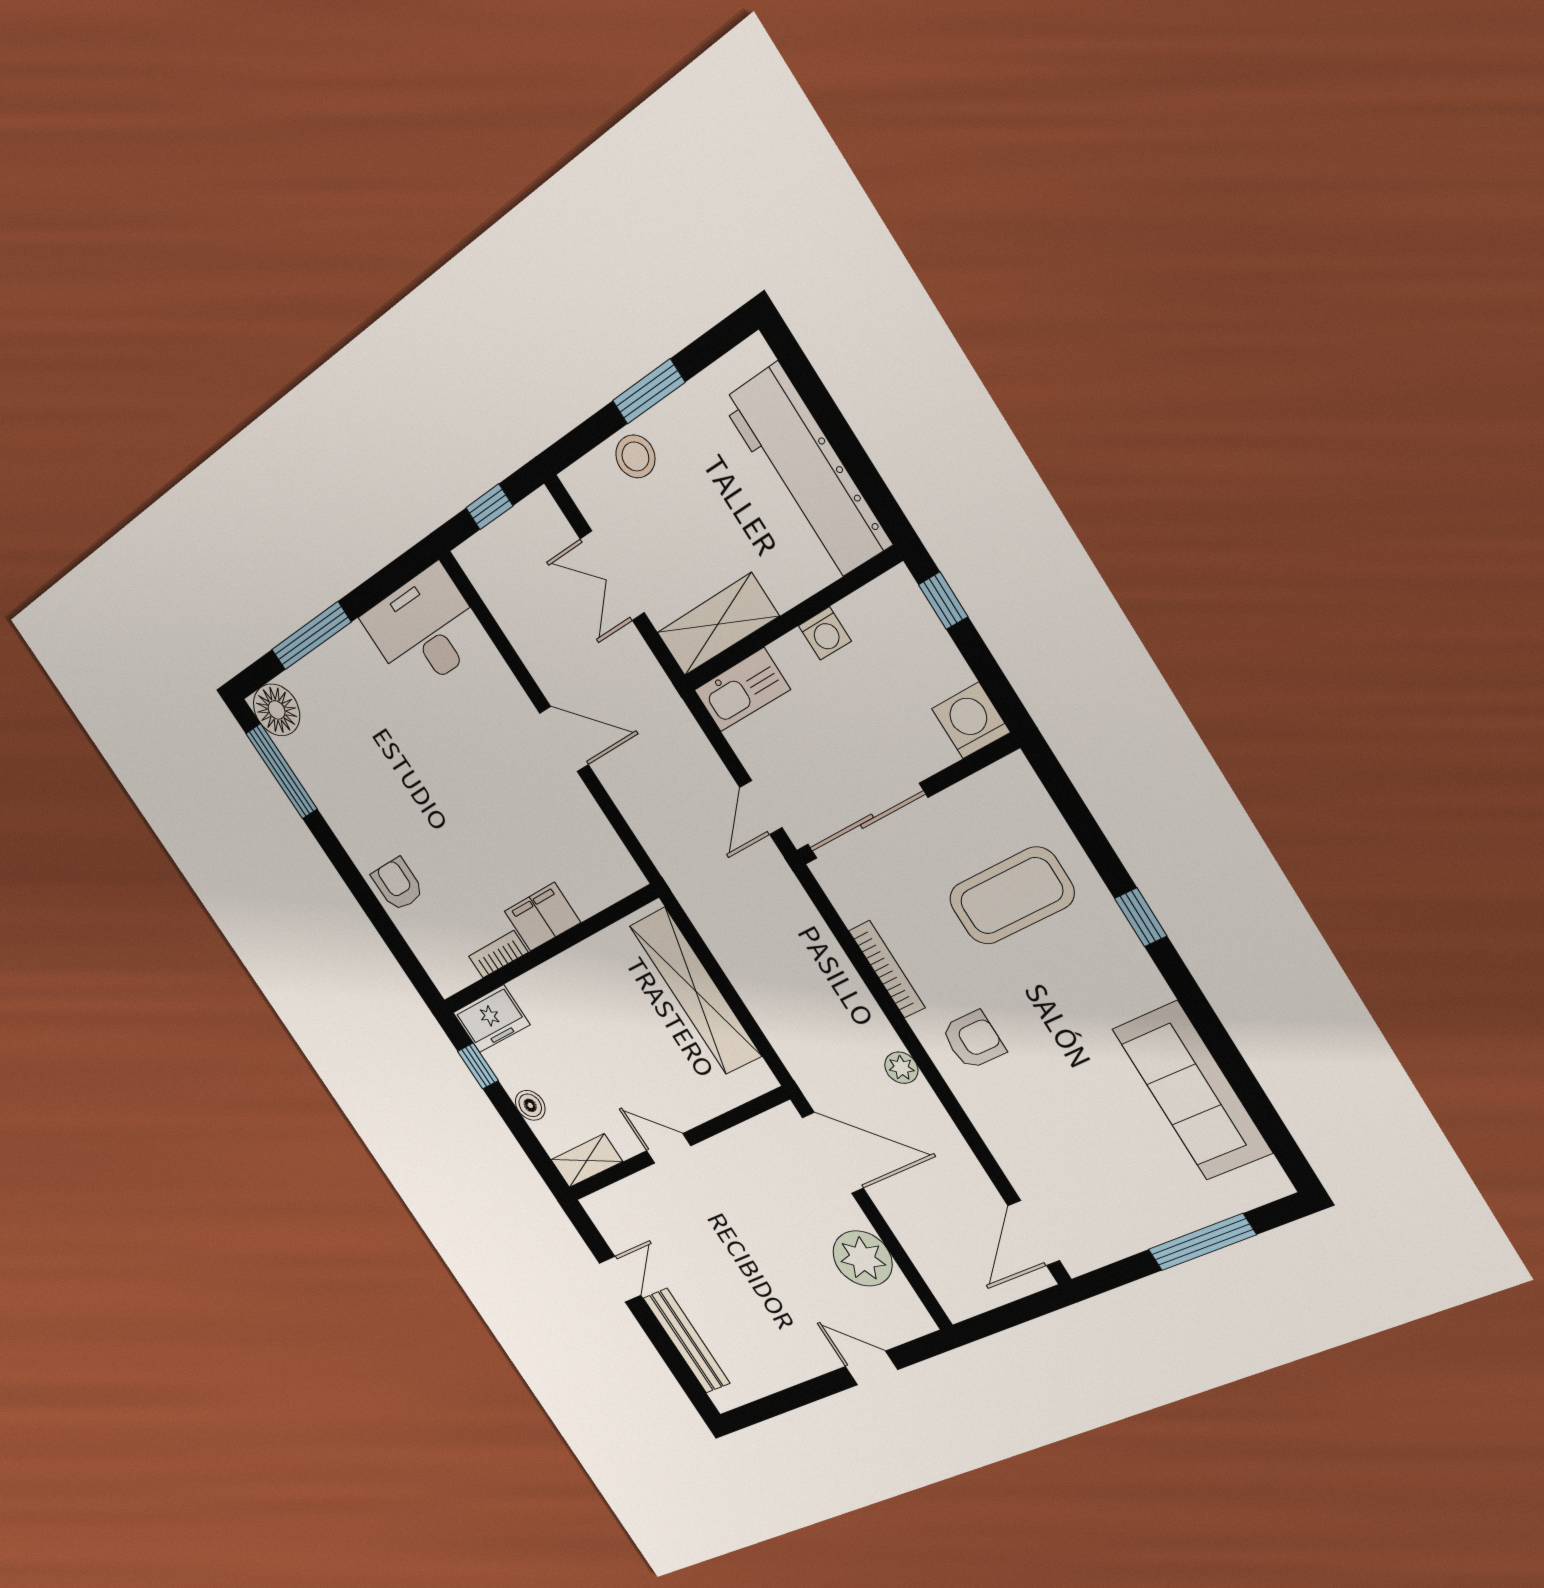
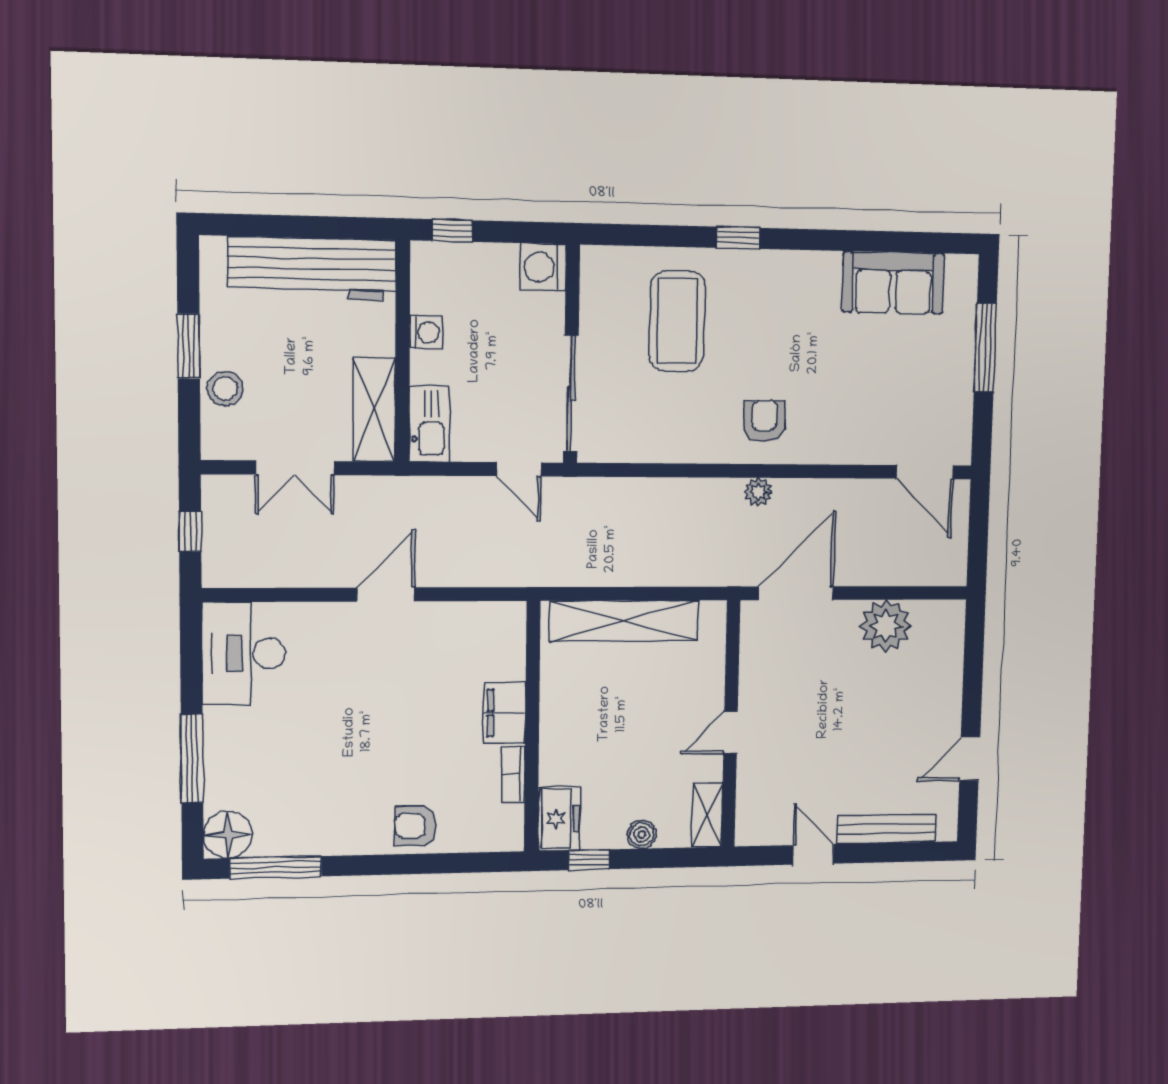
bookcase: (887, 969) -> (682, 453), removed
sofa: (1192, 1091) -> (893, 283), width x0.73
door: (871, 1368) -> (970, 759), moved

